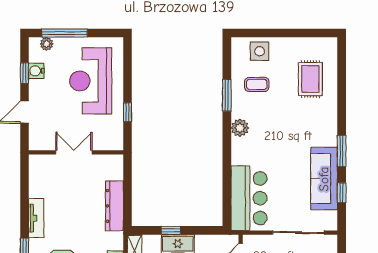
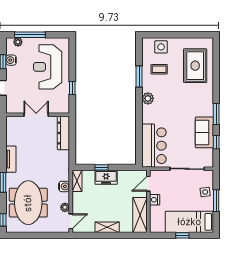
rug: (310, 79) -> (195, 66), width x1.36, depth x1.43
sofa: (324, 179) -> (204, 132), width x0.73
dresser: (114, 206) -> (63, 133), moved

